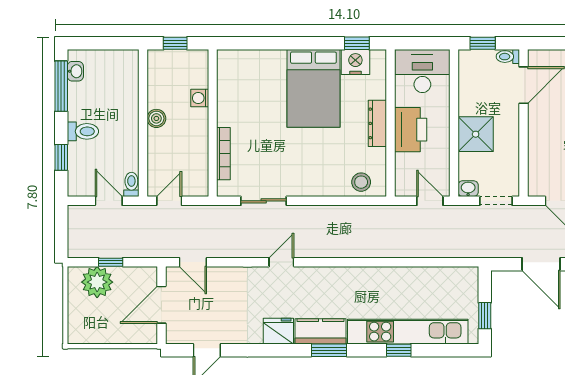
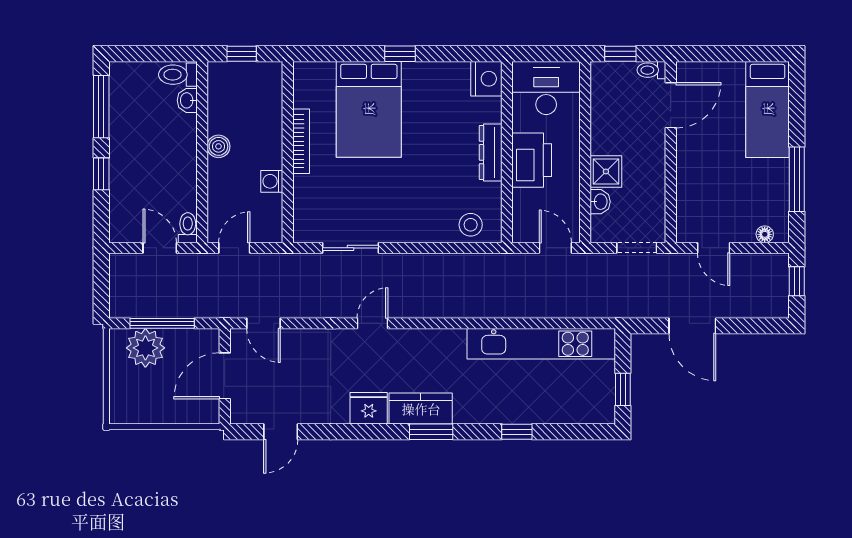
window: (357, 43) -> (400, 54), moved
nightstand: (355, 62) -> (486, 79), moved, turned 90
washbasin: (75, 71) -> (187, 100), moved, turned 180
bed: (313, 88) -> (369, 109), moved
washing machine: (200, 98) -> (272, 181), moved
toilet: (83, 131) -> (178, 75), moved, turned 180
shower: (476, 134) -> (606, 172), width x0.73, depth x0.73
bookcase: (223, 154) -> (301, 141), moved
window: (61, 157) -> (101, 174), moved
washbasin: (468, 189) -> (600, 202), moved, turned 90
window: (111, 262) -> (162, 323), width x2.17
kitchen unit: (408, 332) -> (541, 344), moved, turned 180

